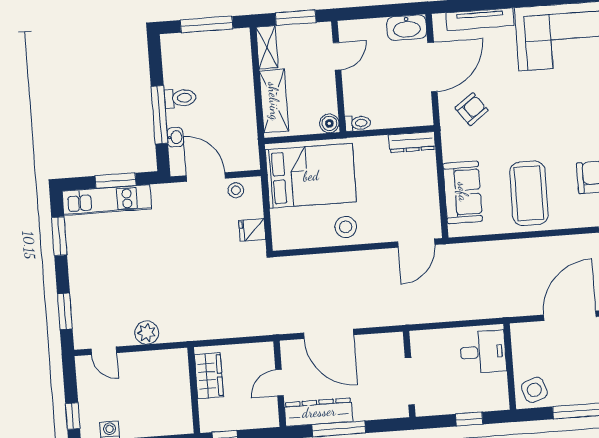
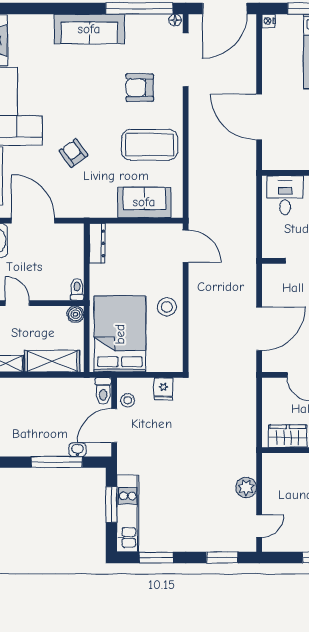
toilet: (180, 98) -> (103, 391), moved, turned 180
armchair: (472, 109) -> (73, 153), moved

